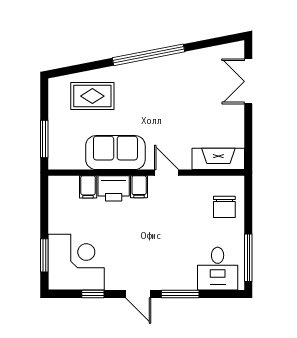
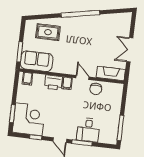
double door: (248, 81) -> (130, 50), moved
sofa: (115, 153) -> (37, 61), moved
filing cabinet: (88, 187) -> (27, 79), moved
chair: (224, 207) -> (96, 89), moved
desk: (218, 269) -> (88, 130), moved

